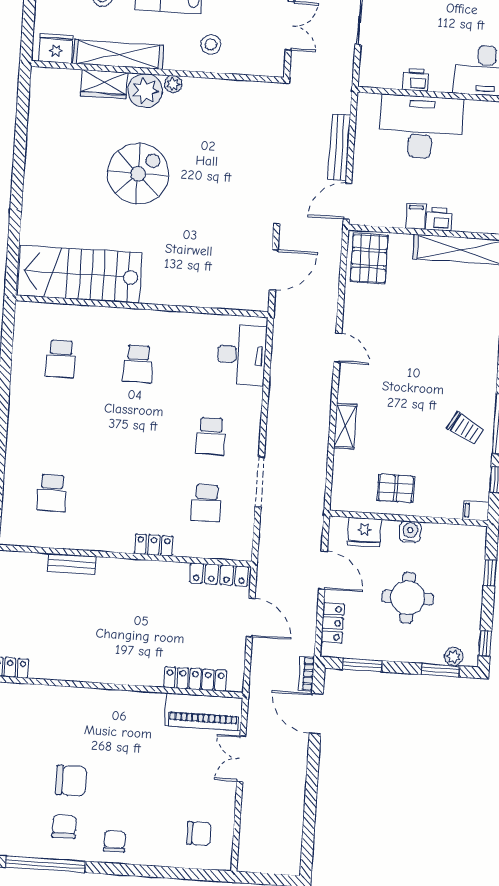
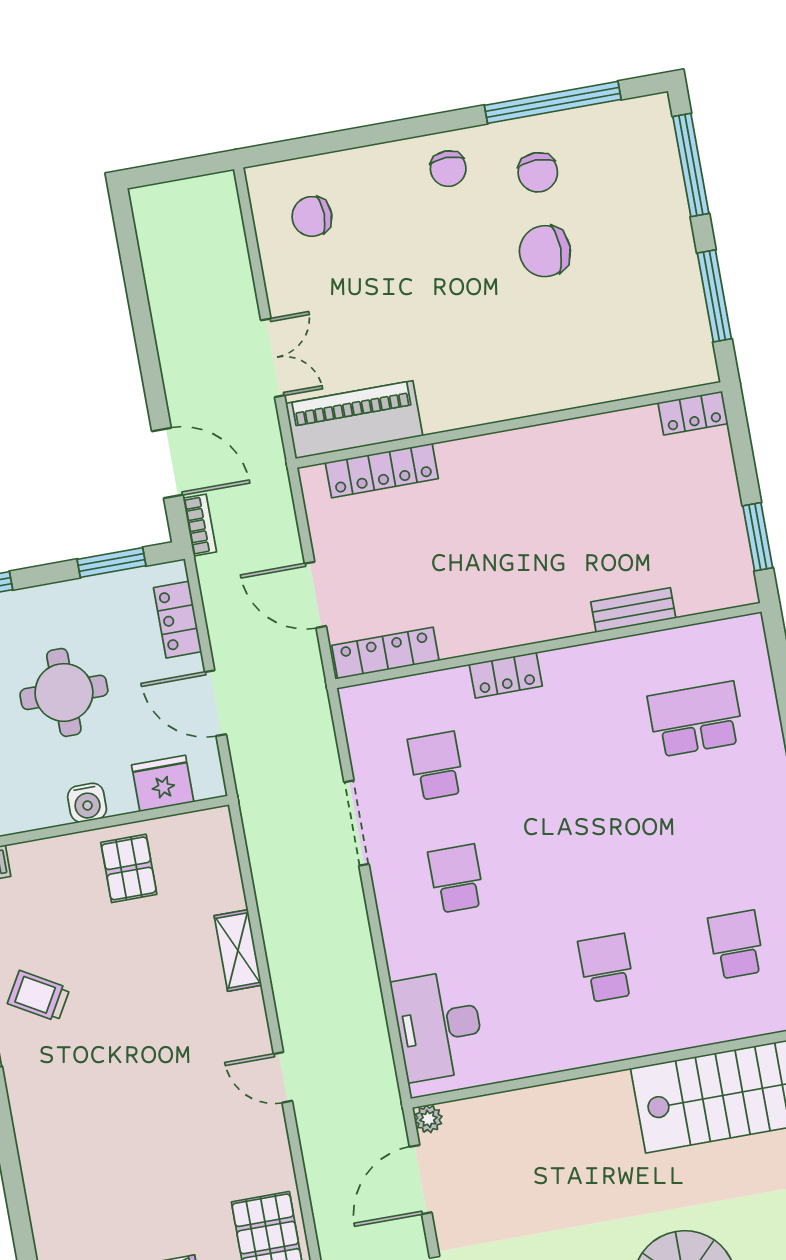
plant: (261, 303) -> (428, 1119), added
pallet: (396, 488) -> (129, 868), turned 90
school desk: (52, 493) -> (696, 719), width x1.85

